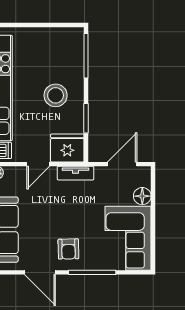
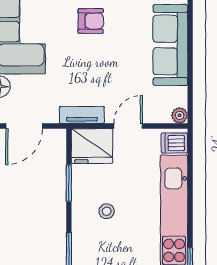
stool: (56, 95) -> (107, 211), width x0.53, depth x0.53
armchair: (68, 249) -> (91, 21), turned 91

